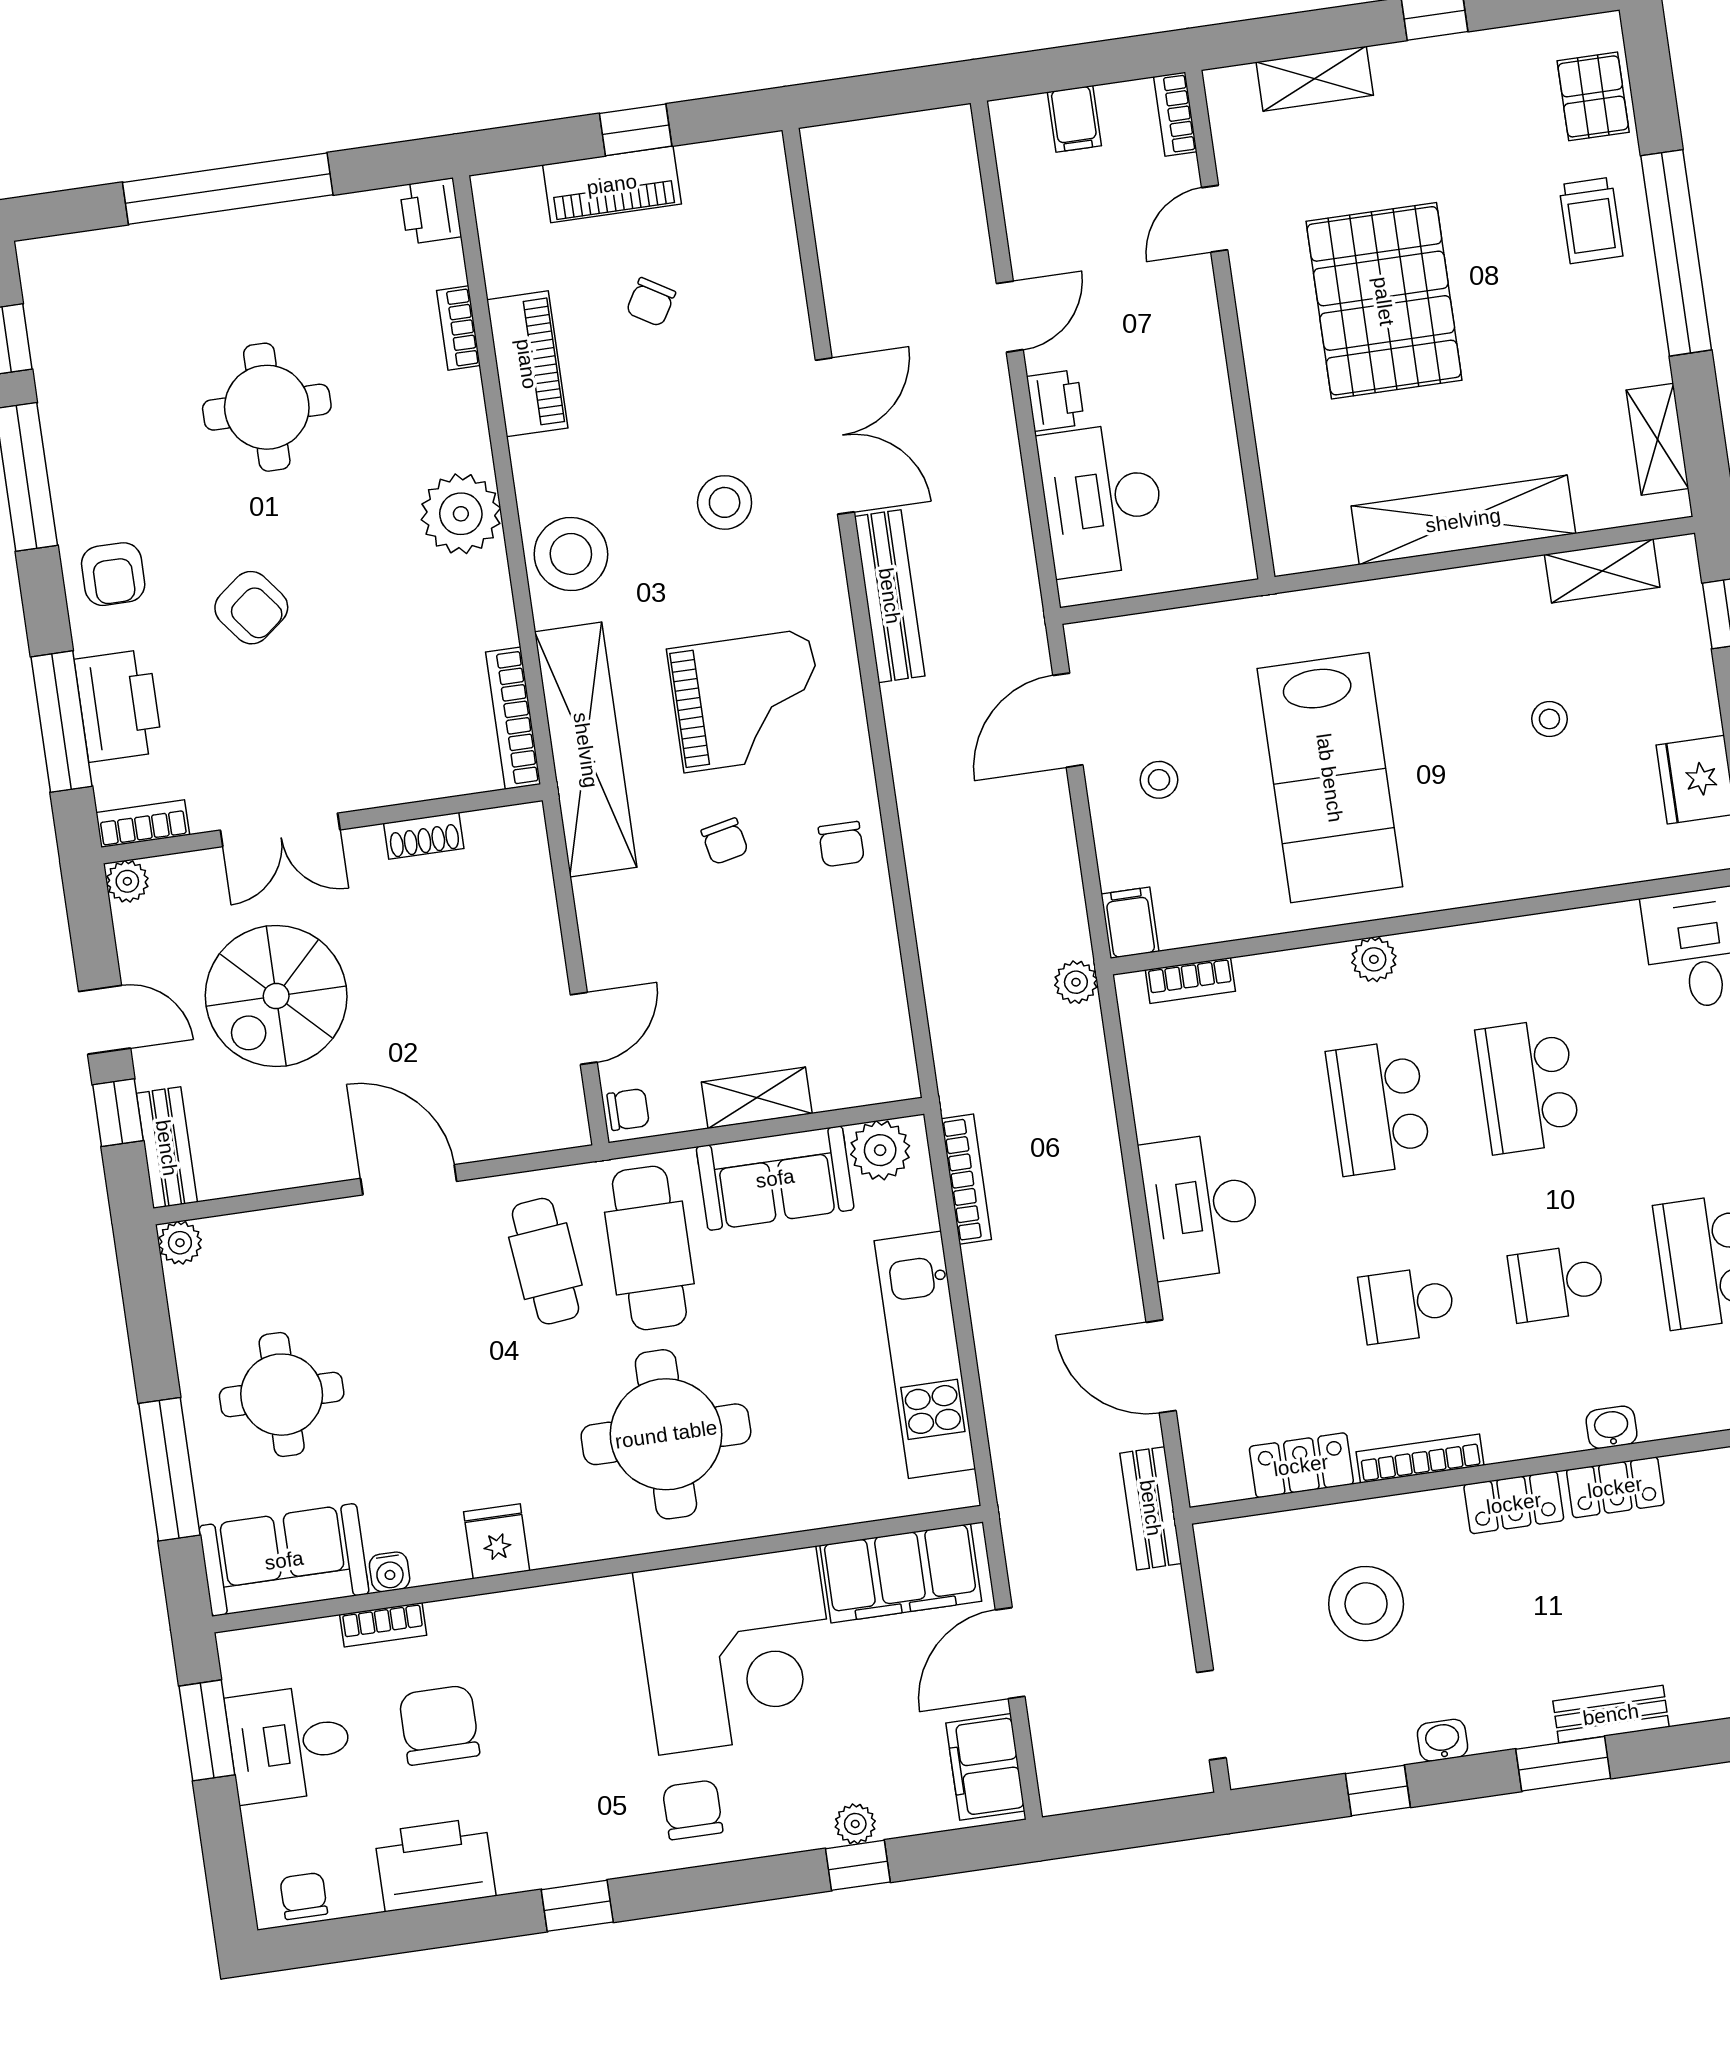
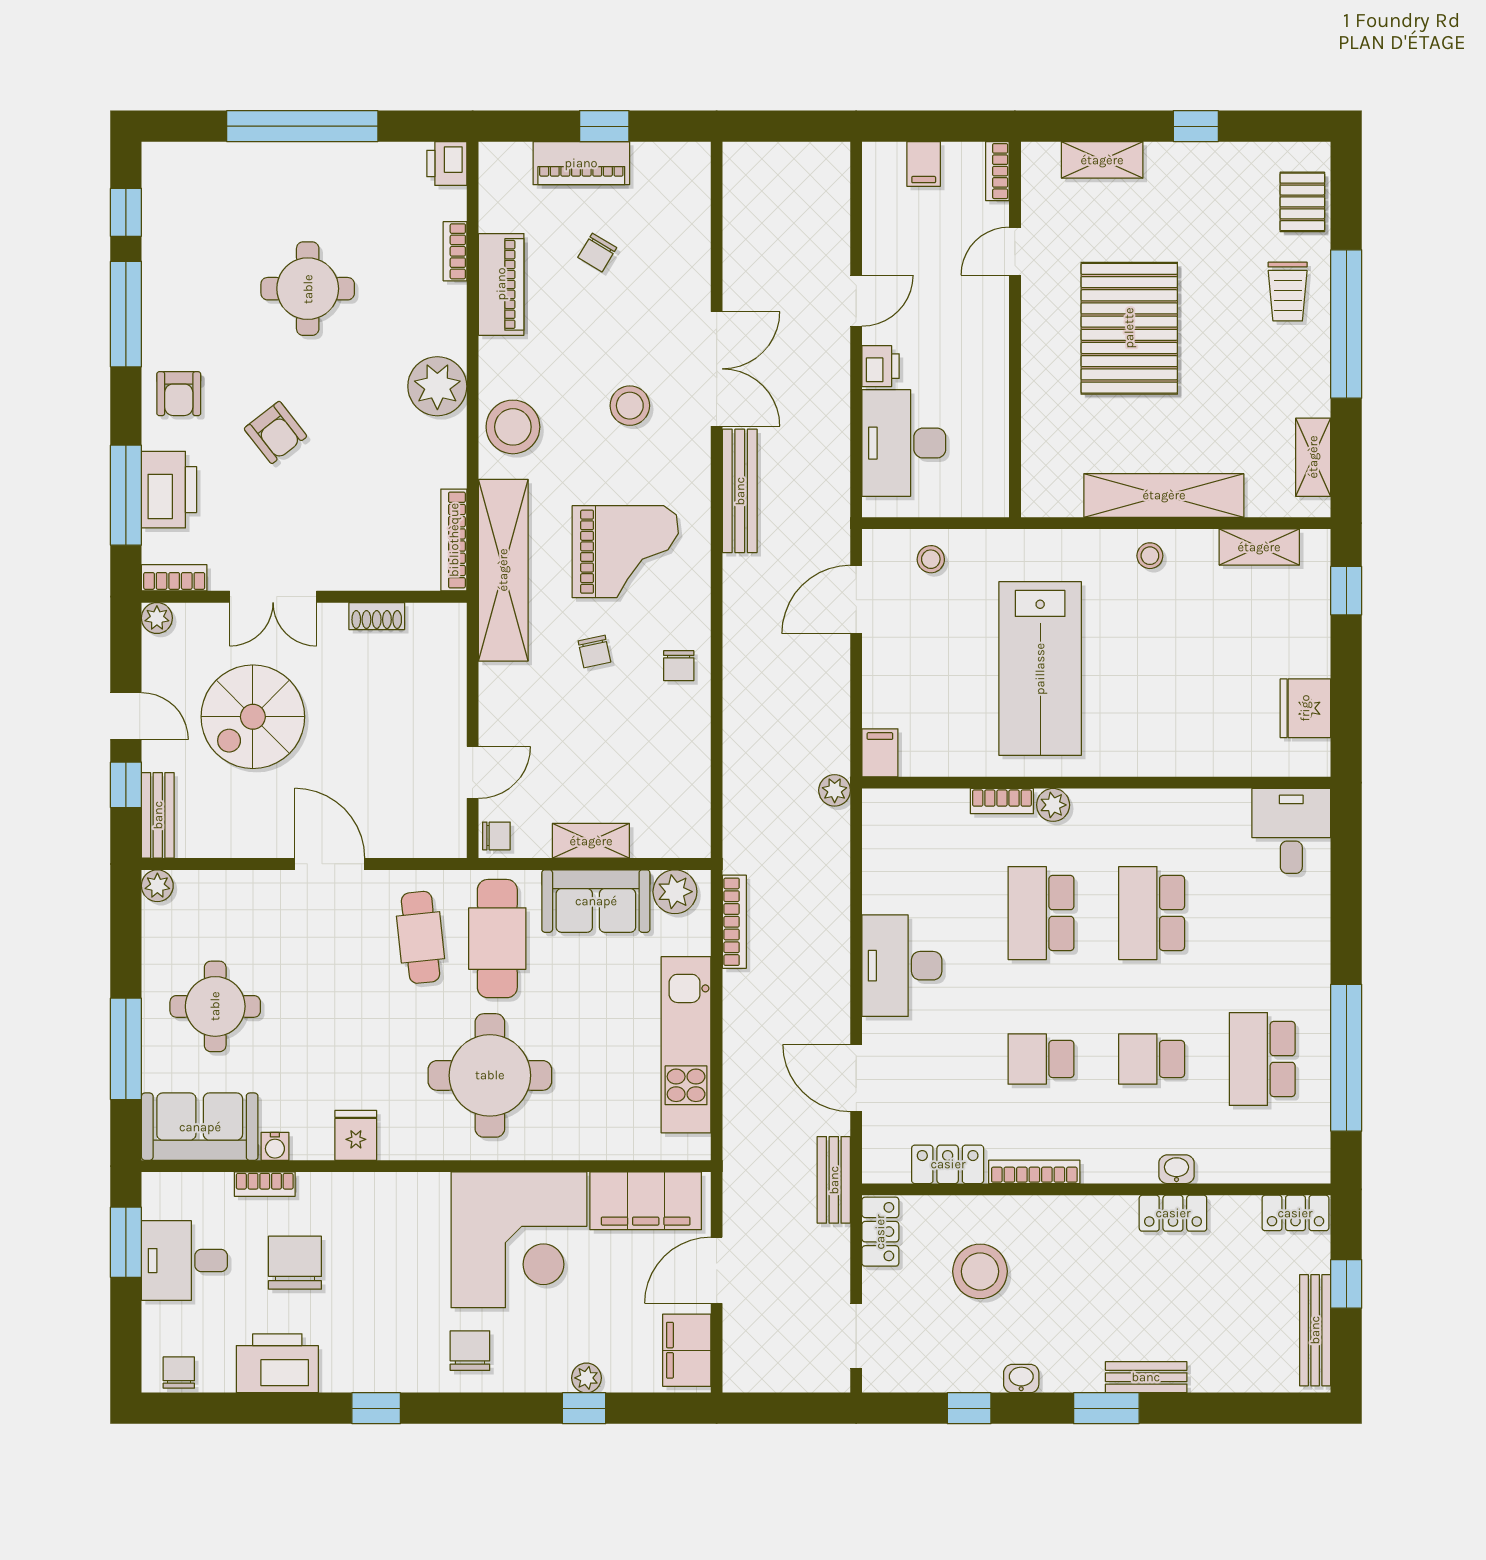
stool: (1549, 719) -> (1150, 556), moved
stool: (1159, 780) -> (931, 559), moved
bookcase: (1190, 980) -> (1002, 801), moved
locker: (1514, 1503) -> (880, 1232), moved, turned -90

